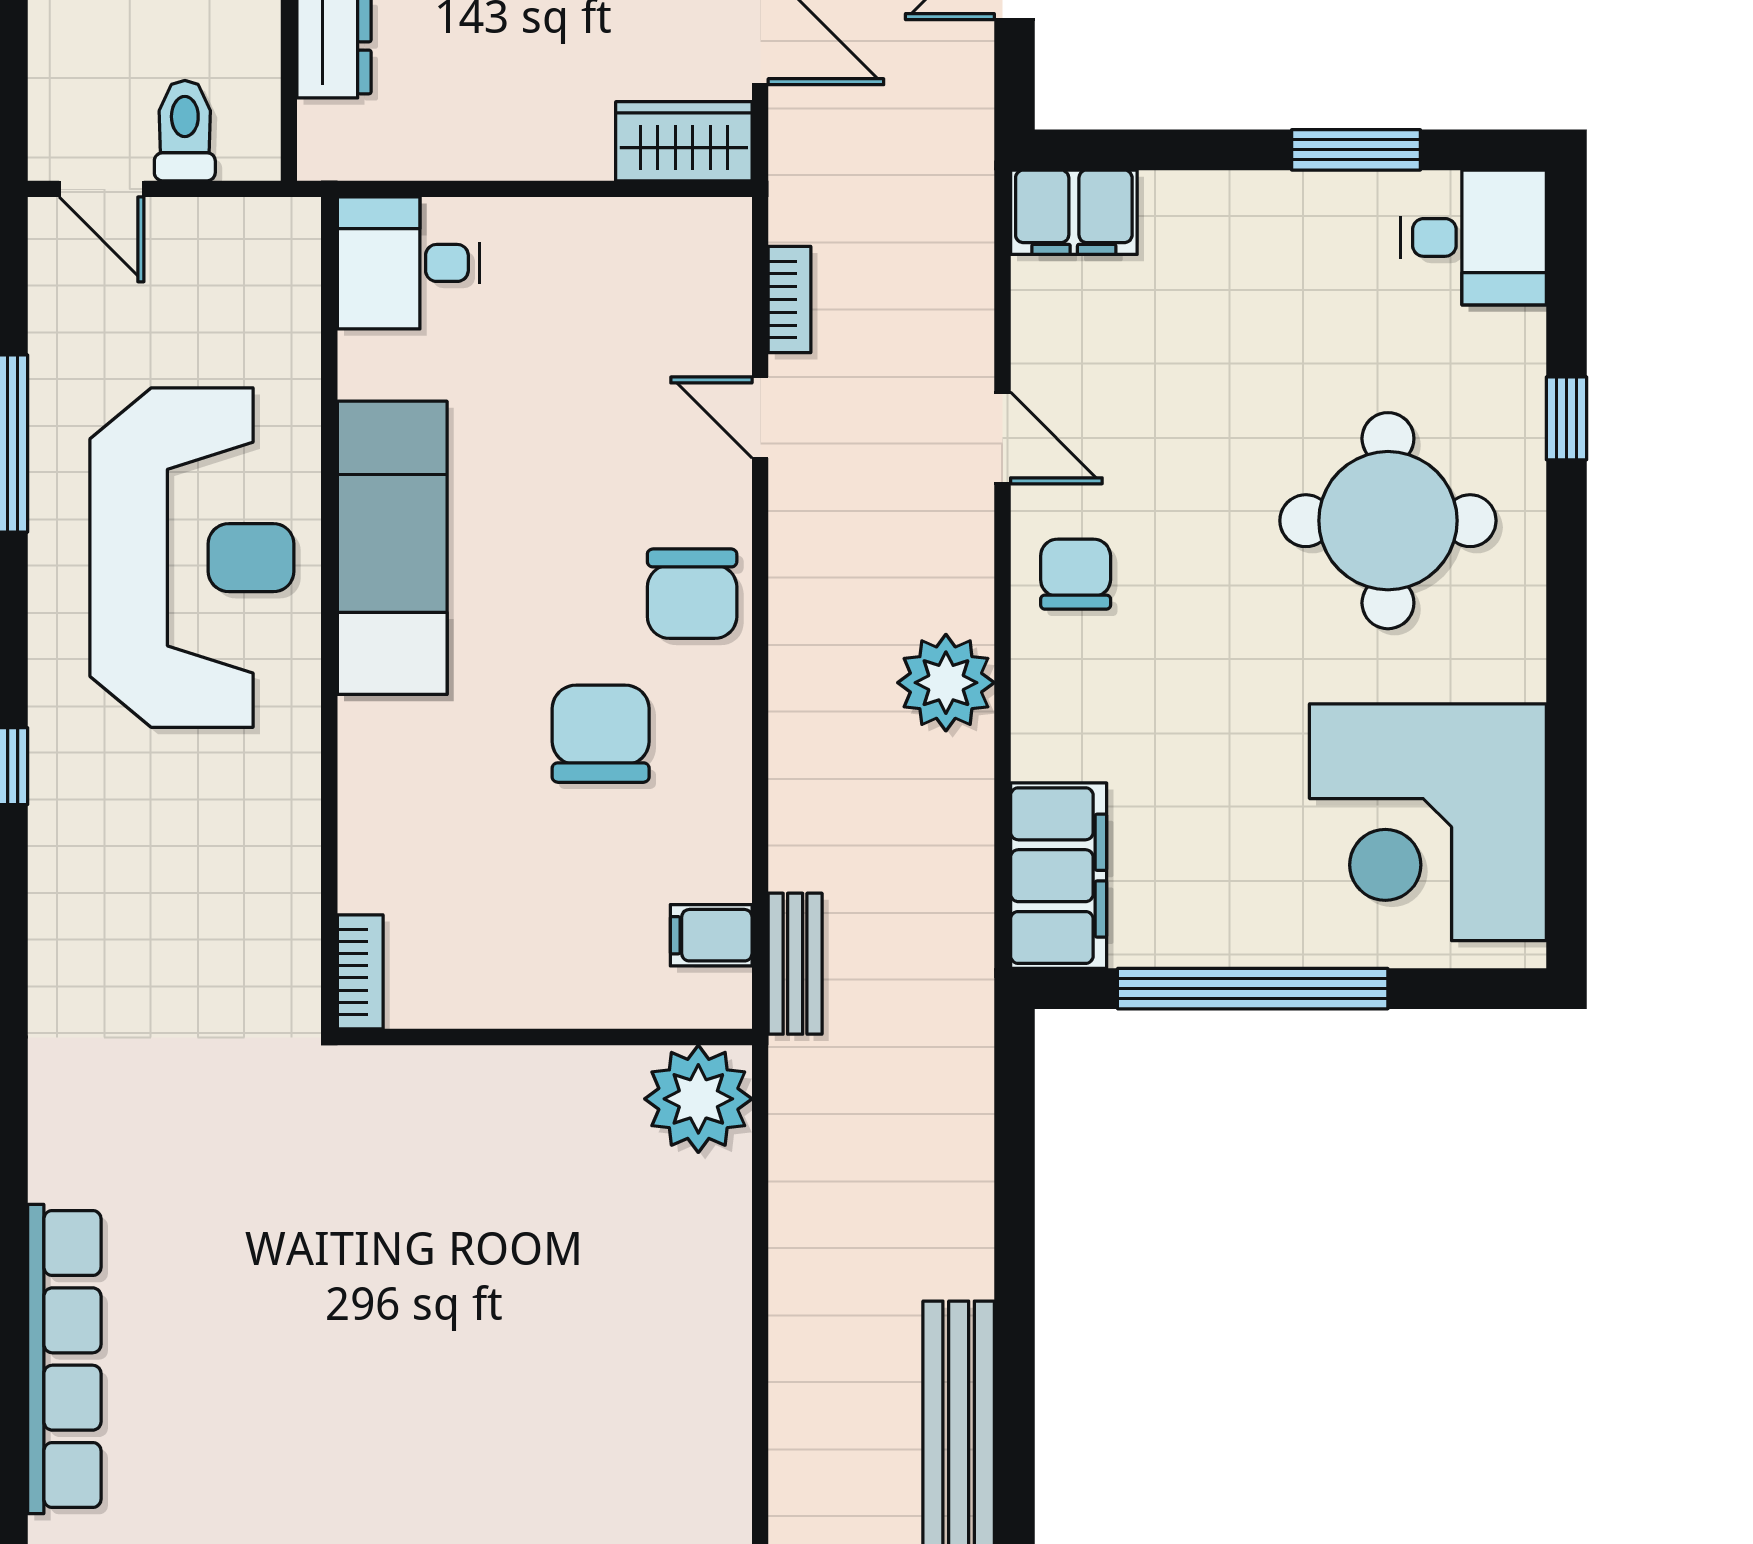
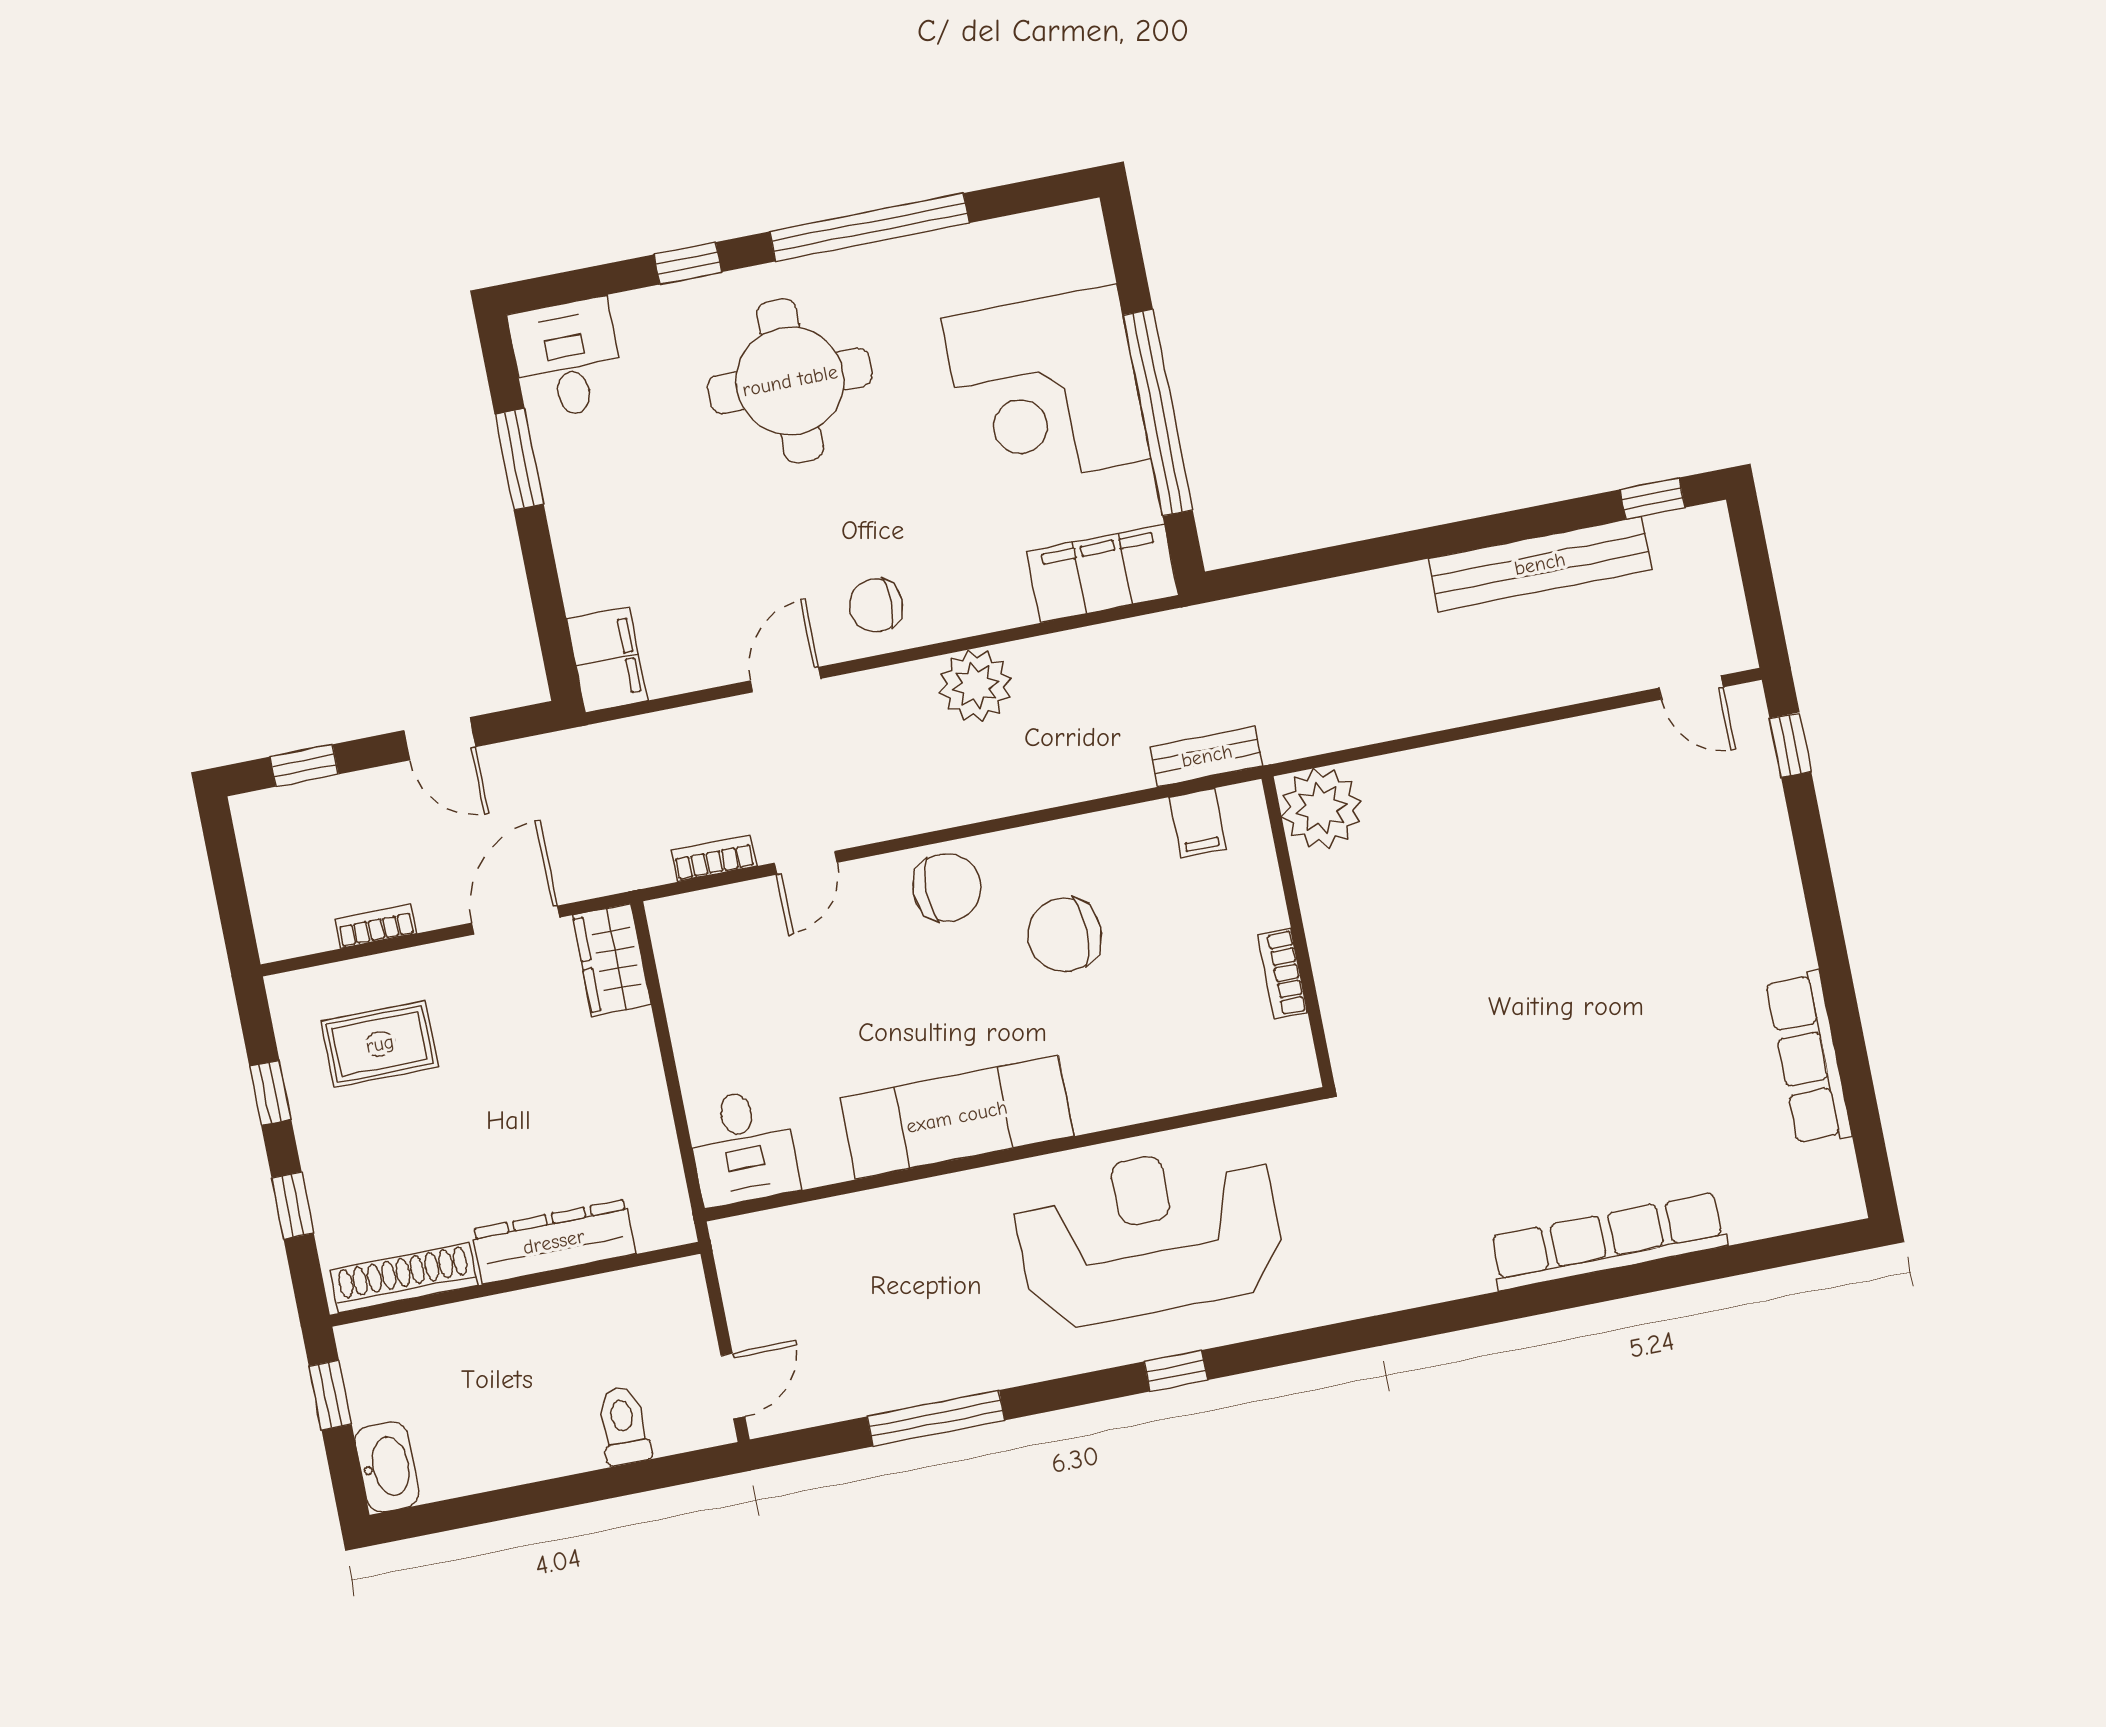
toilet: (185, 131) -> (624, 1426), moved, turned 90
reception desk: (192, 558) -> (1149, 1234), moved
window: (1567, 663) -> (869, 227), added
corner desk: (1428, 822) -> (1046, 389), moved, turned 90
bookcase: (360, 972) -> (1282, 974), moved, turned -90

